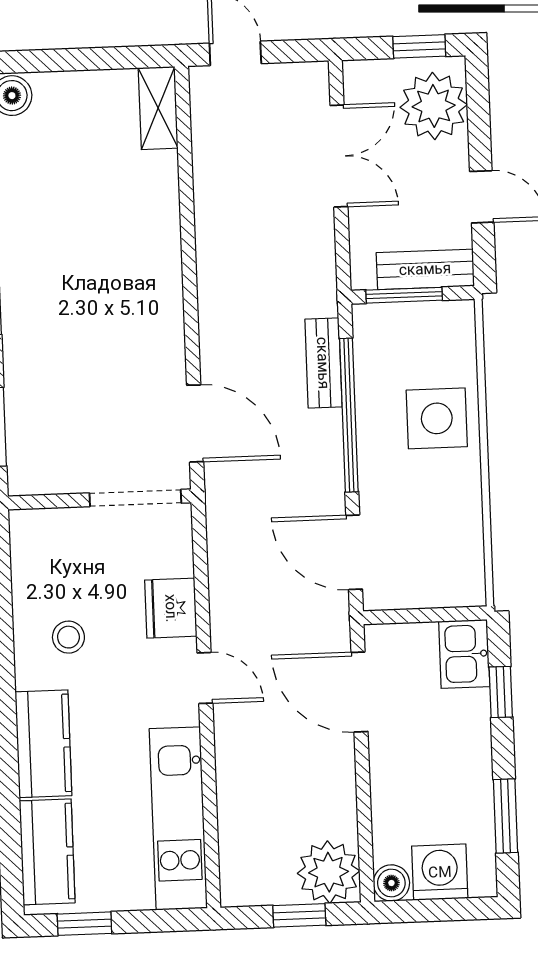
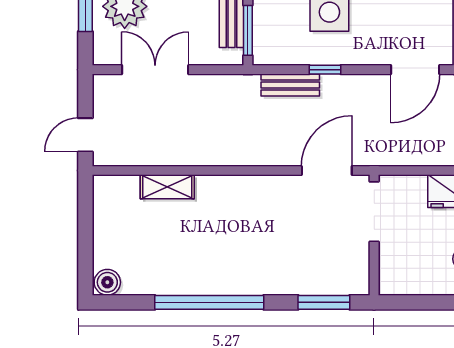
shelving: (158, 108) -> (167, 187), moved
window: (349, 415) -> (325, 70), width x0.32

